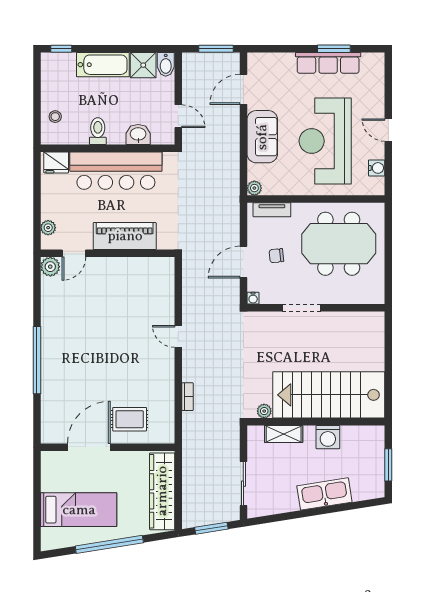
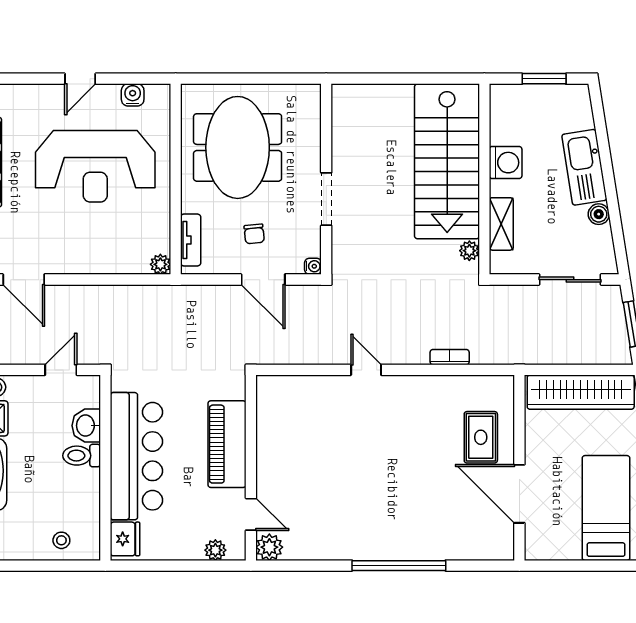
toilet: (98, 131) -> (82, 456), moved
sofa: (262, 137) -> (89, 253), removed
door: (178, 336) -> (366, 370), swing flipped
boiler: (291, 504) -> (599, 214), added

